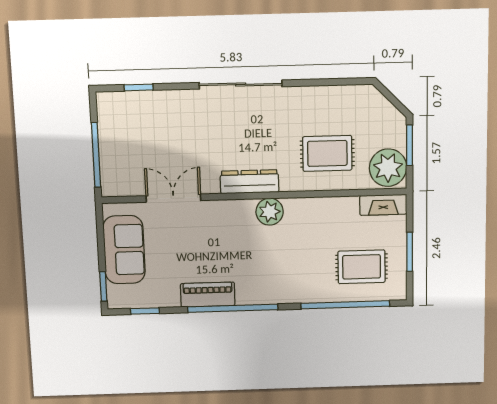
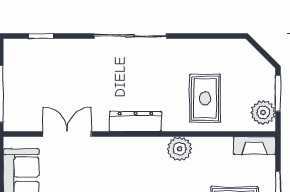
rug: (327, 153) -> (205, 98), turned 90
plant: (388, 168) -> (263, 112), width x0.73, depth x0.73
plant: (270, 212) -> (180, 149), moved

